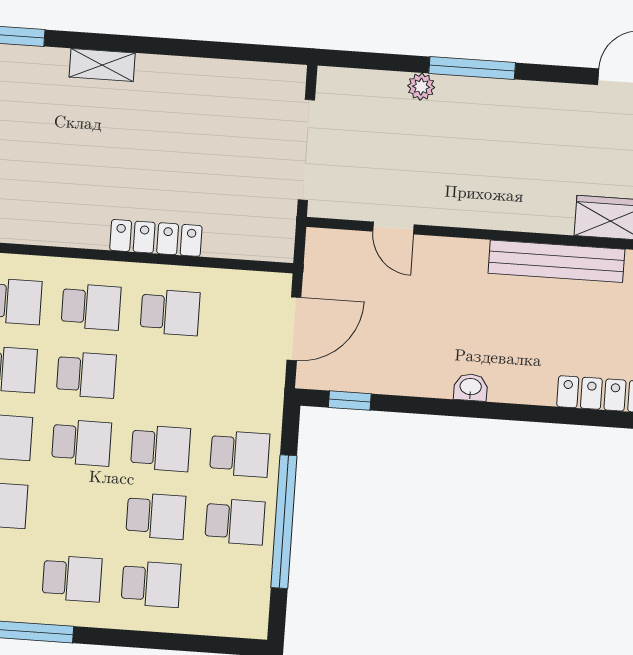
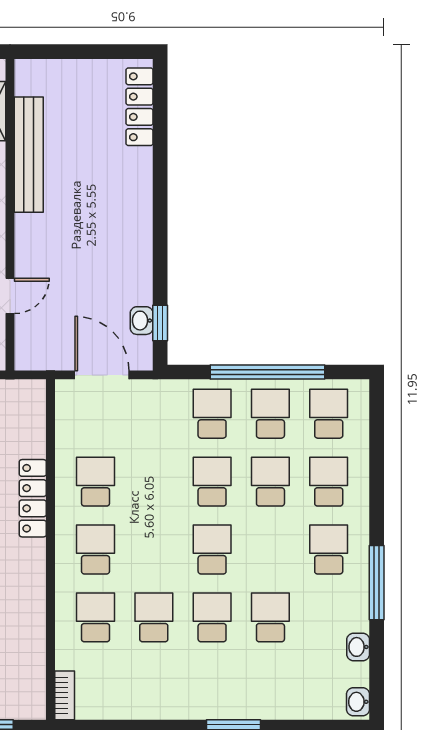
school desk: (86, 375) -> (329, 414), moved
washbasin: (471, 387) -> (142, 321), moved

